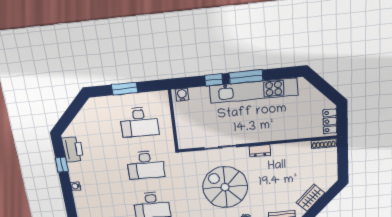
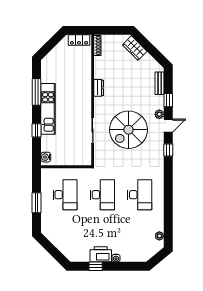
window: (246, 77) -> (36, 92), moved
kitchen unit: (254, 91) -> (48, 109), width x0.73
printer: (73, 149) -> (101, 254), moved
dresser: (260, 151) -> (99, 88), moved
wardrobe: (311, 198) -> (135, 48), moved

